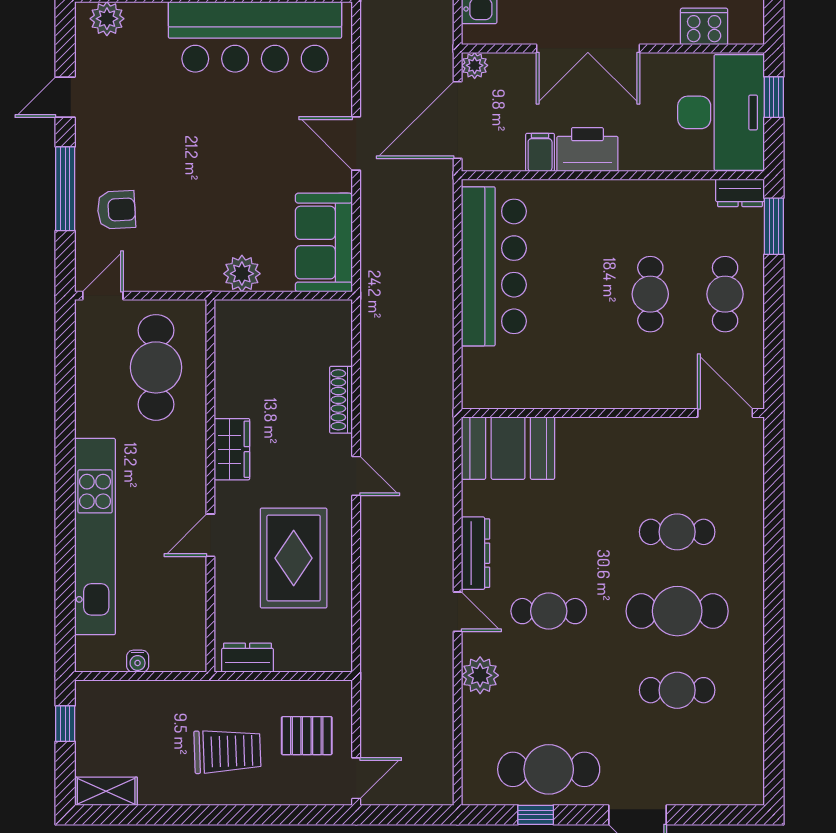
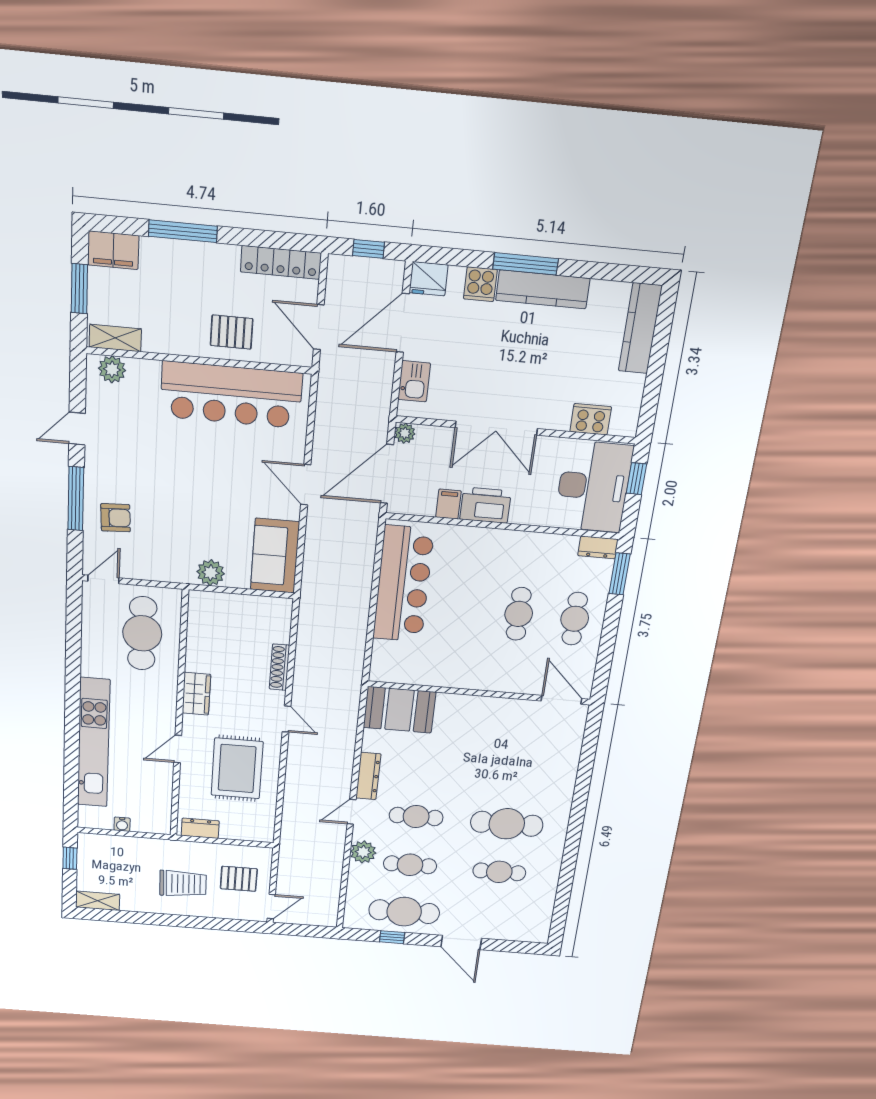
cafe table: (677, 532) -> (410, 865), moved
door: (458, 612) -> (352, 812), swing flipped

